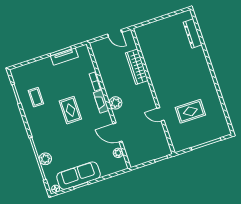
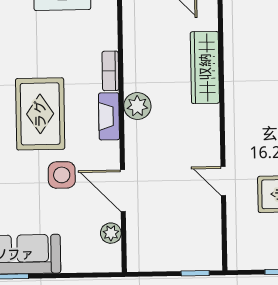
plant: (116, 103) -> (137, 106), moved
rug: (70, 110) -> (40, 114), width x1.36, depth x1.43
side table: (88, 134) -> (62, 175), added

